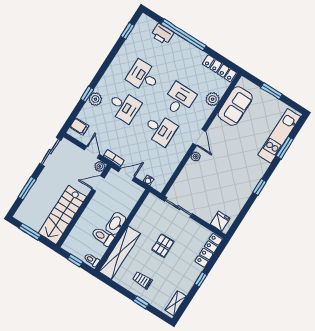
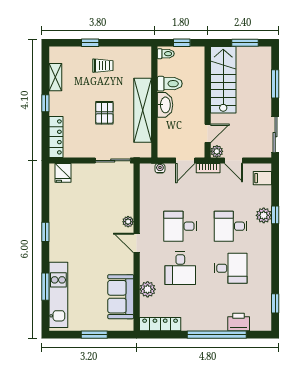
shelving: (120, 253) -> (143, 110), moved
shelving: (176, 303) -> (55, 77), moved

